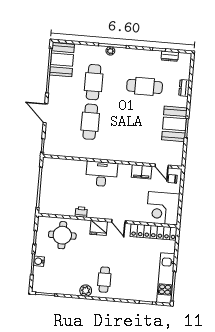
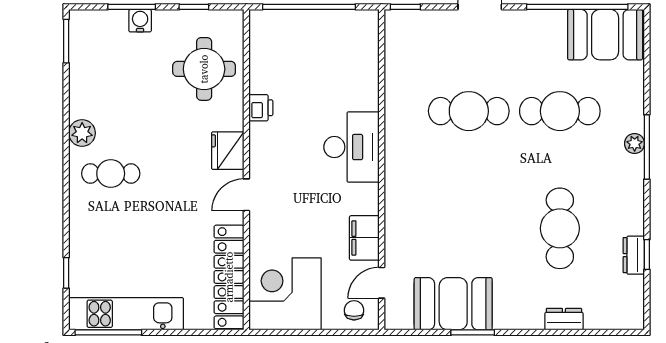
dresser: (170, 56) -> (634, 255), moved
booth: (174, 124) -> (453, 304), moved

